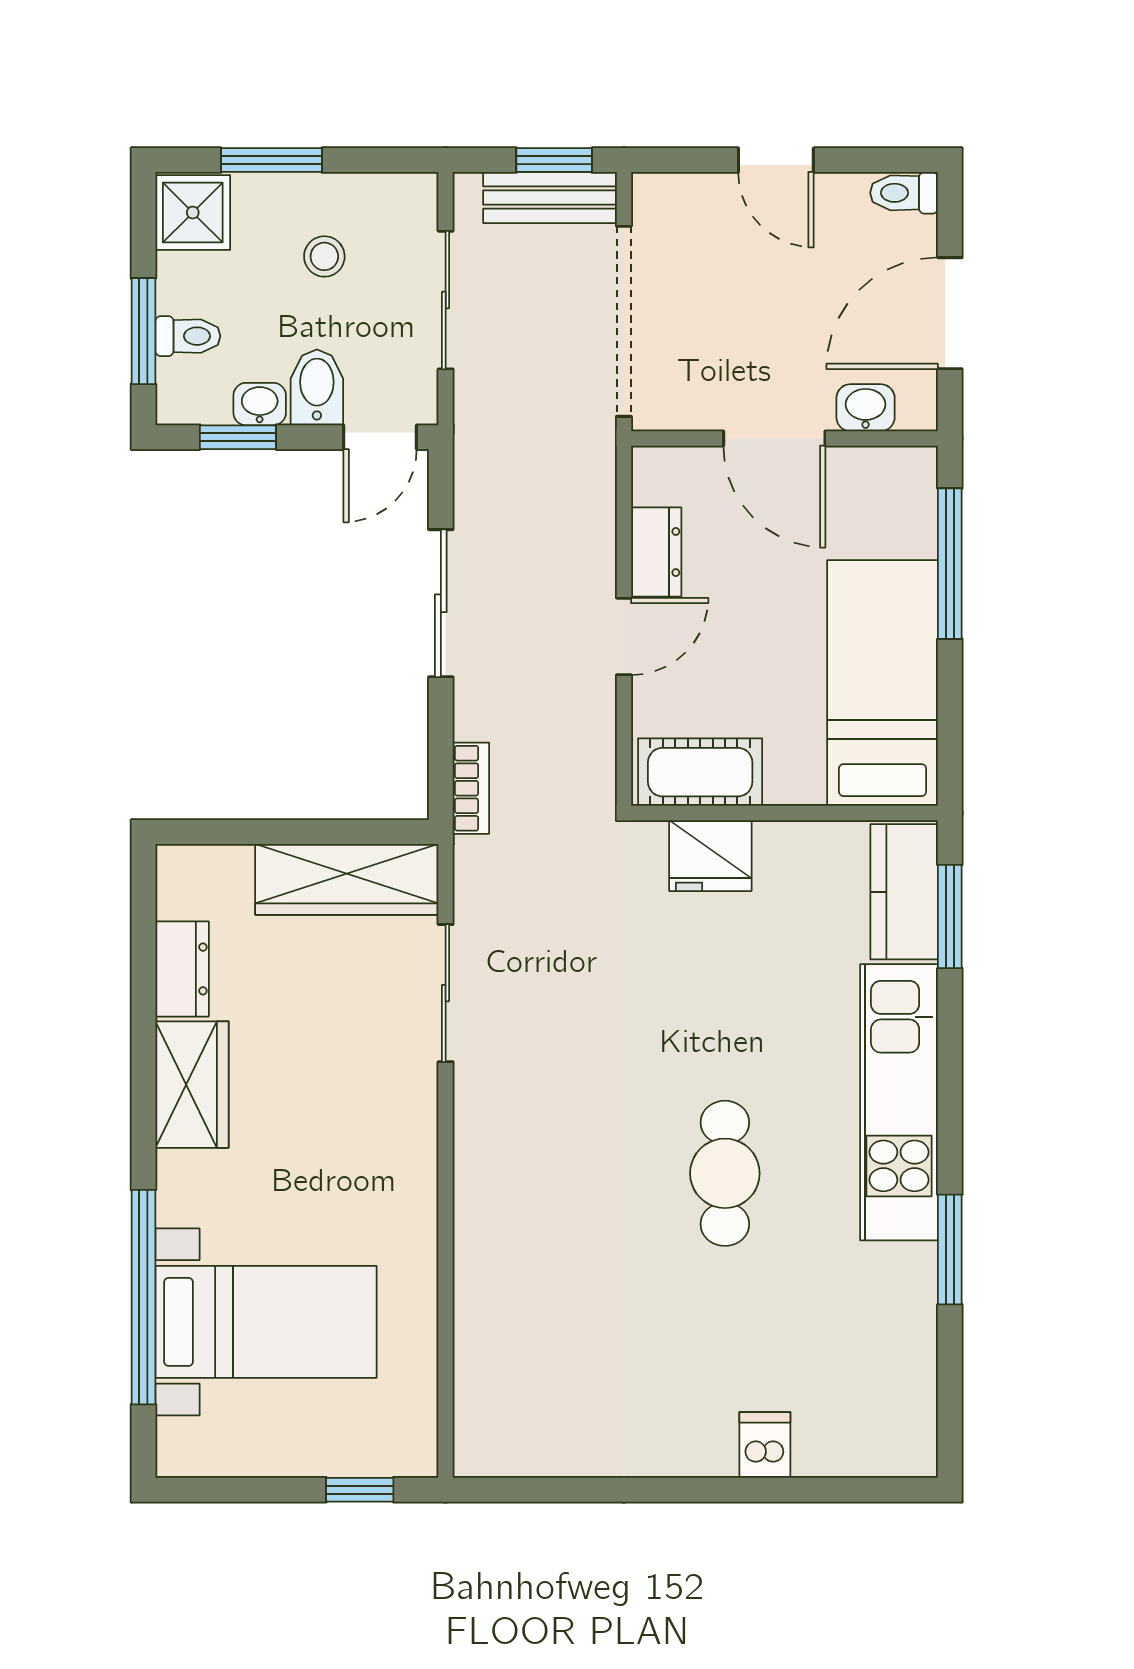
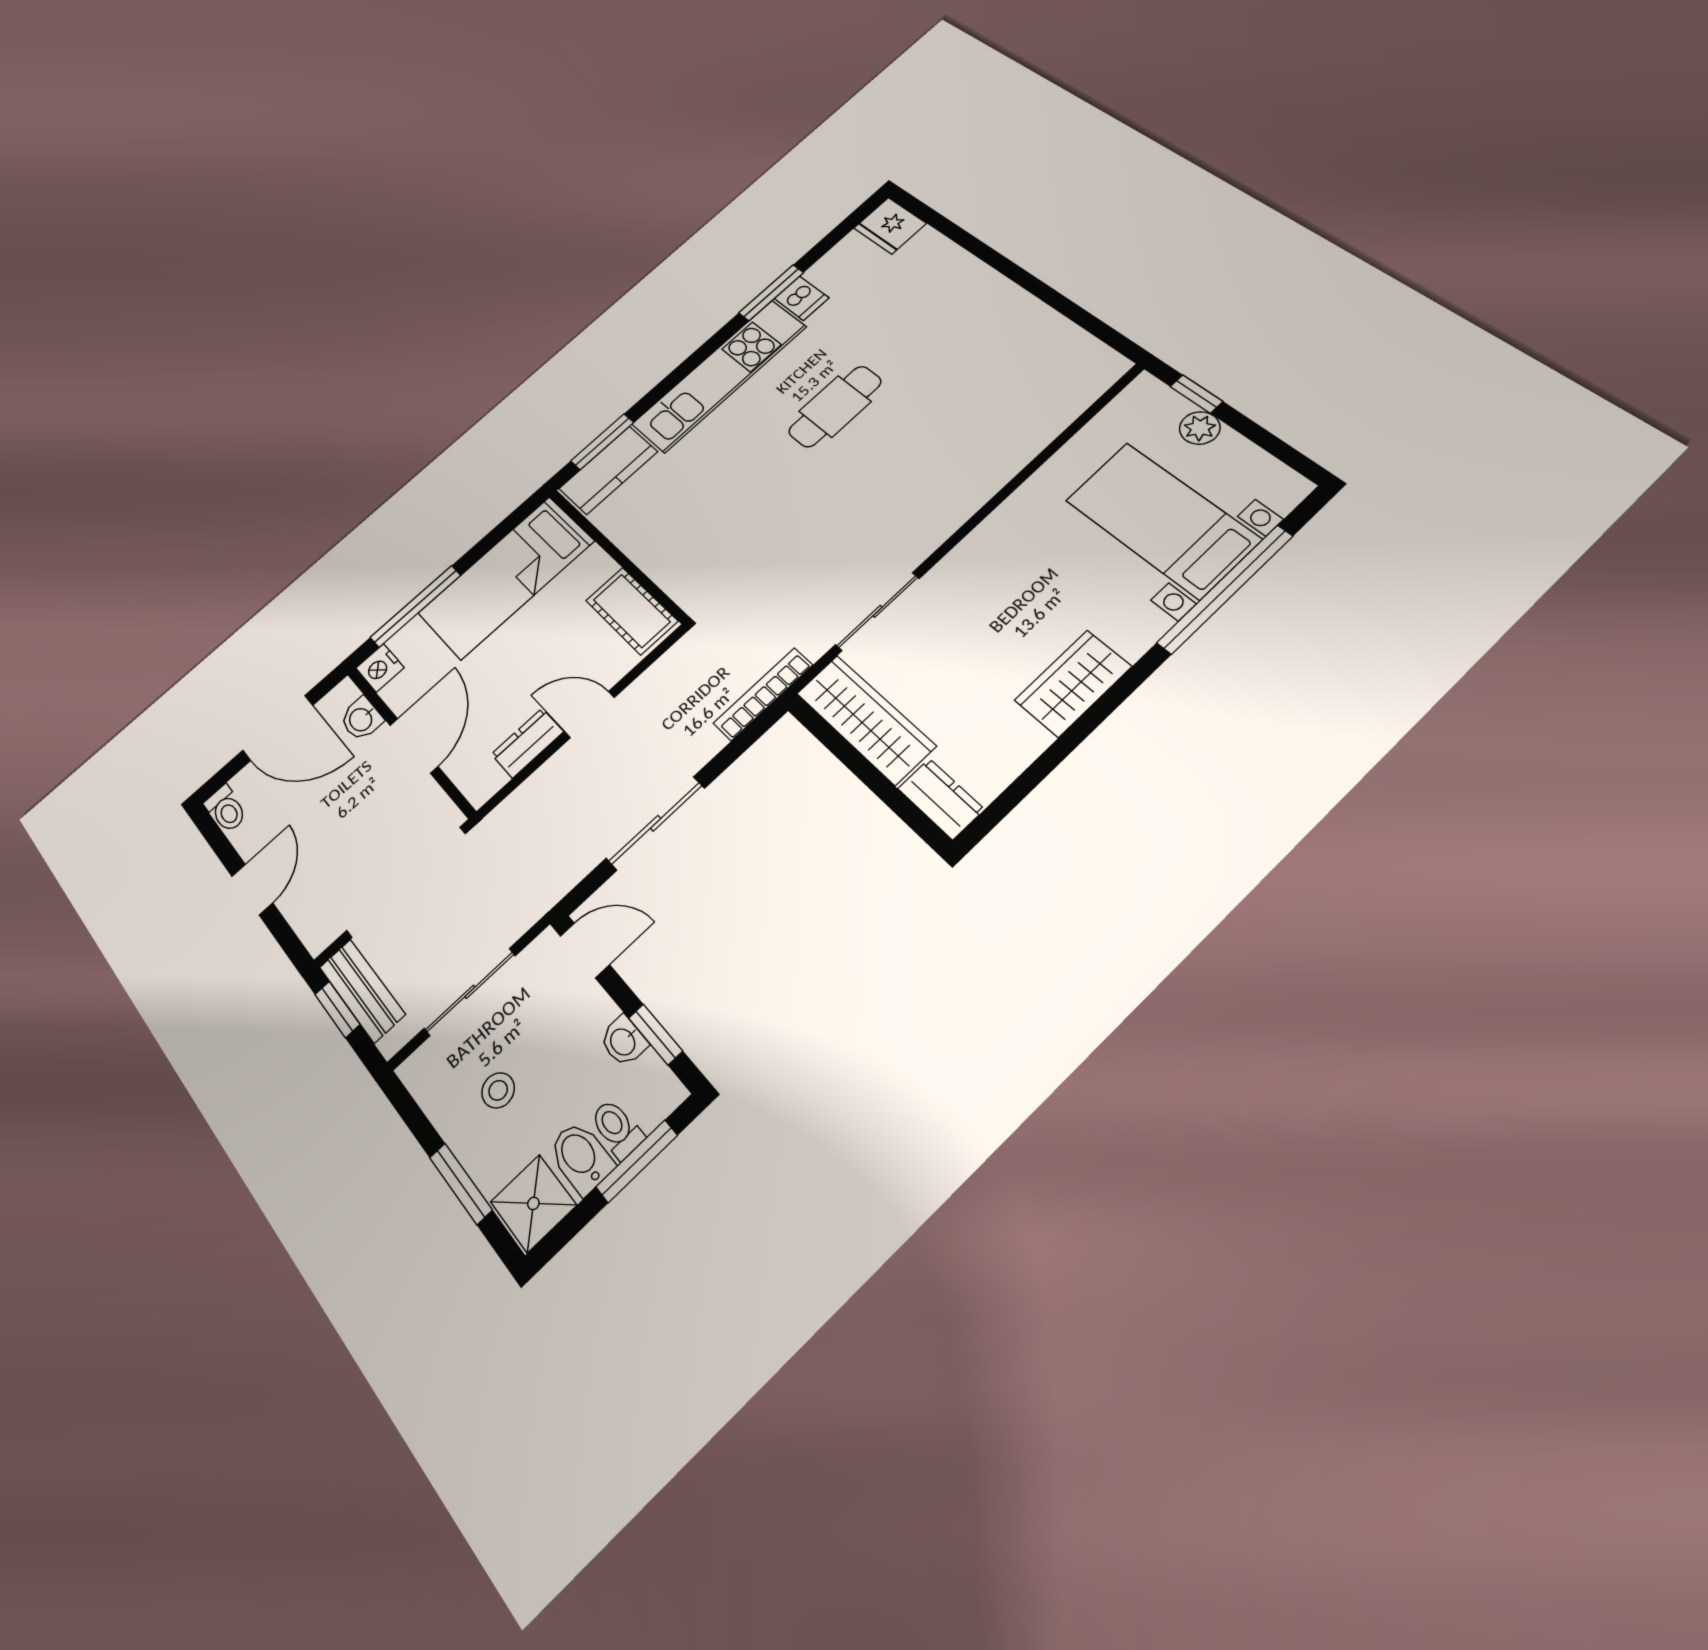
bidet: (317, 387) -> (581, 1157), moved, turned 90
nightstand: (910, 471) -> (380, 668), added
bookcase: (471, 788) -> (763, 694), width x1.56
fridge: (710, 856) -> (890, 226), moved, turned 180
dresser: (182, 969) -> (941, 799), moved, turned 90
dishwasher: (765, 1445) -> (801, 298), moved, turned -90
plant: (321, 1453) -> (1200, 428), added

